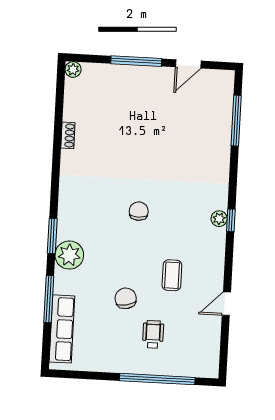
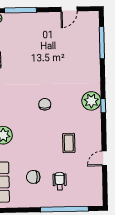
window: (136, 61) -> (20, 10), moved
plant: (219, 219) -> (91, 101), width x1.88, depth x1.88
chair: (126, 298) -> (33, 177), moved, turned -78

